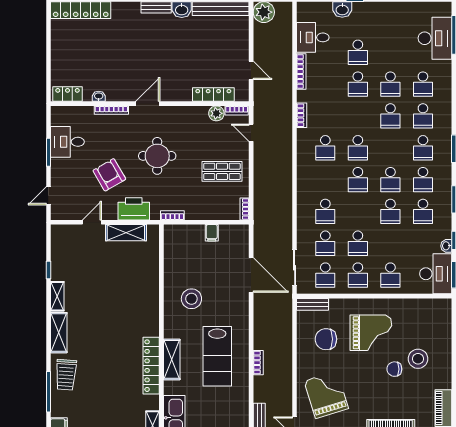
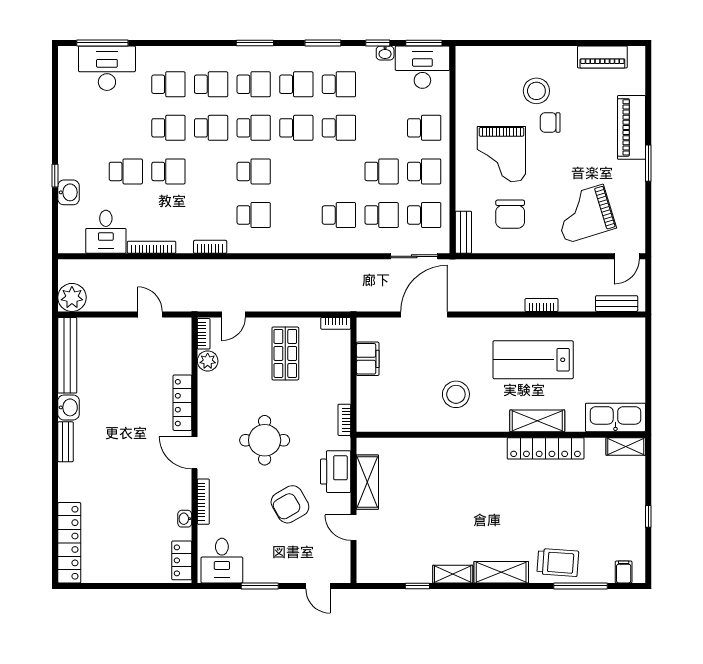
door: (251, 70) -> (150, 314), hinge flipped
locker: (213, 95) -> (182, 403), moved
desk: (67, 142) -> (222, 561), moved
school desk: (358, 180) -> (254, 128), moved
filing cabinet: (212, 233) -> (368, 359), width x2.00
grand piano: (371, 333) -> (501, 154), turned 180
lab bench: (217, 356) -> (533, 360), turned 180
chair: (394, 369) -> (550, 123), turned 90

